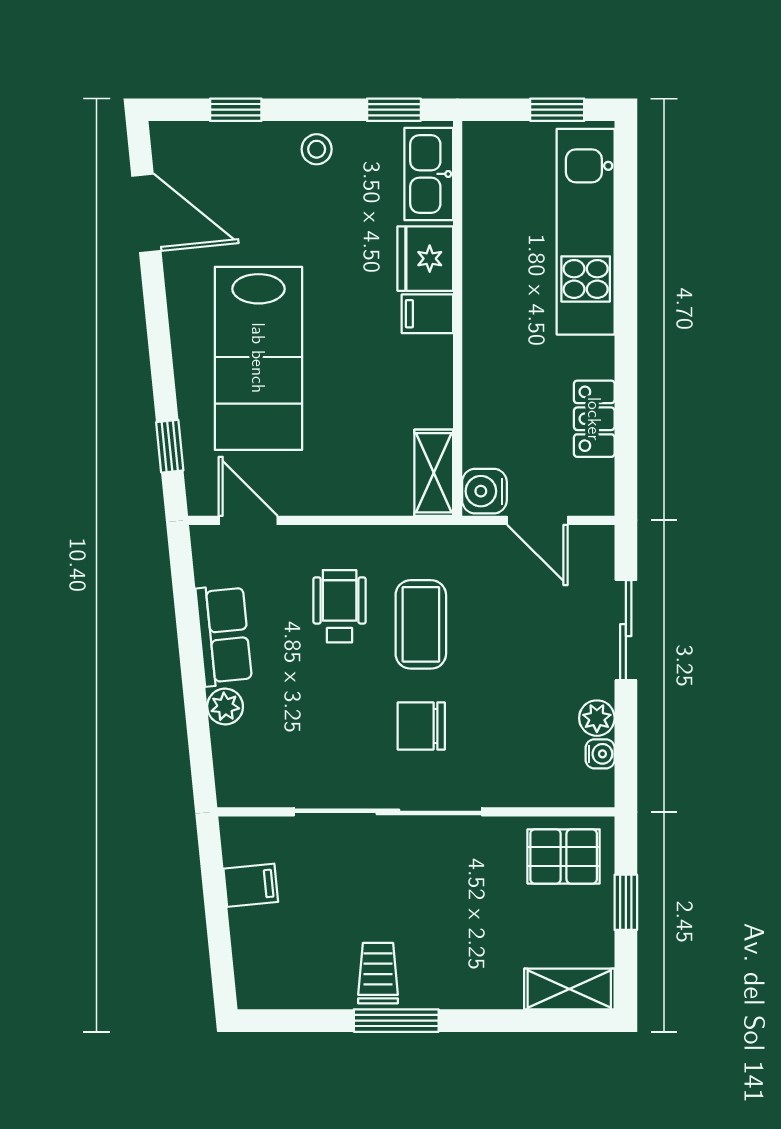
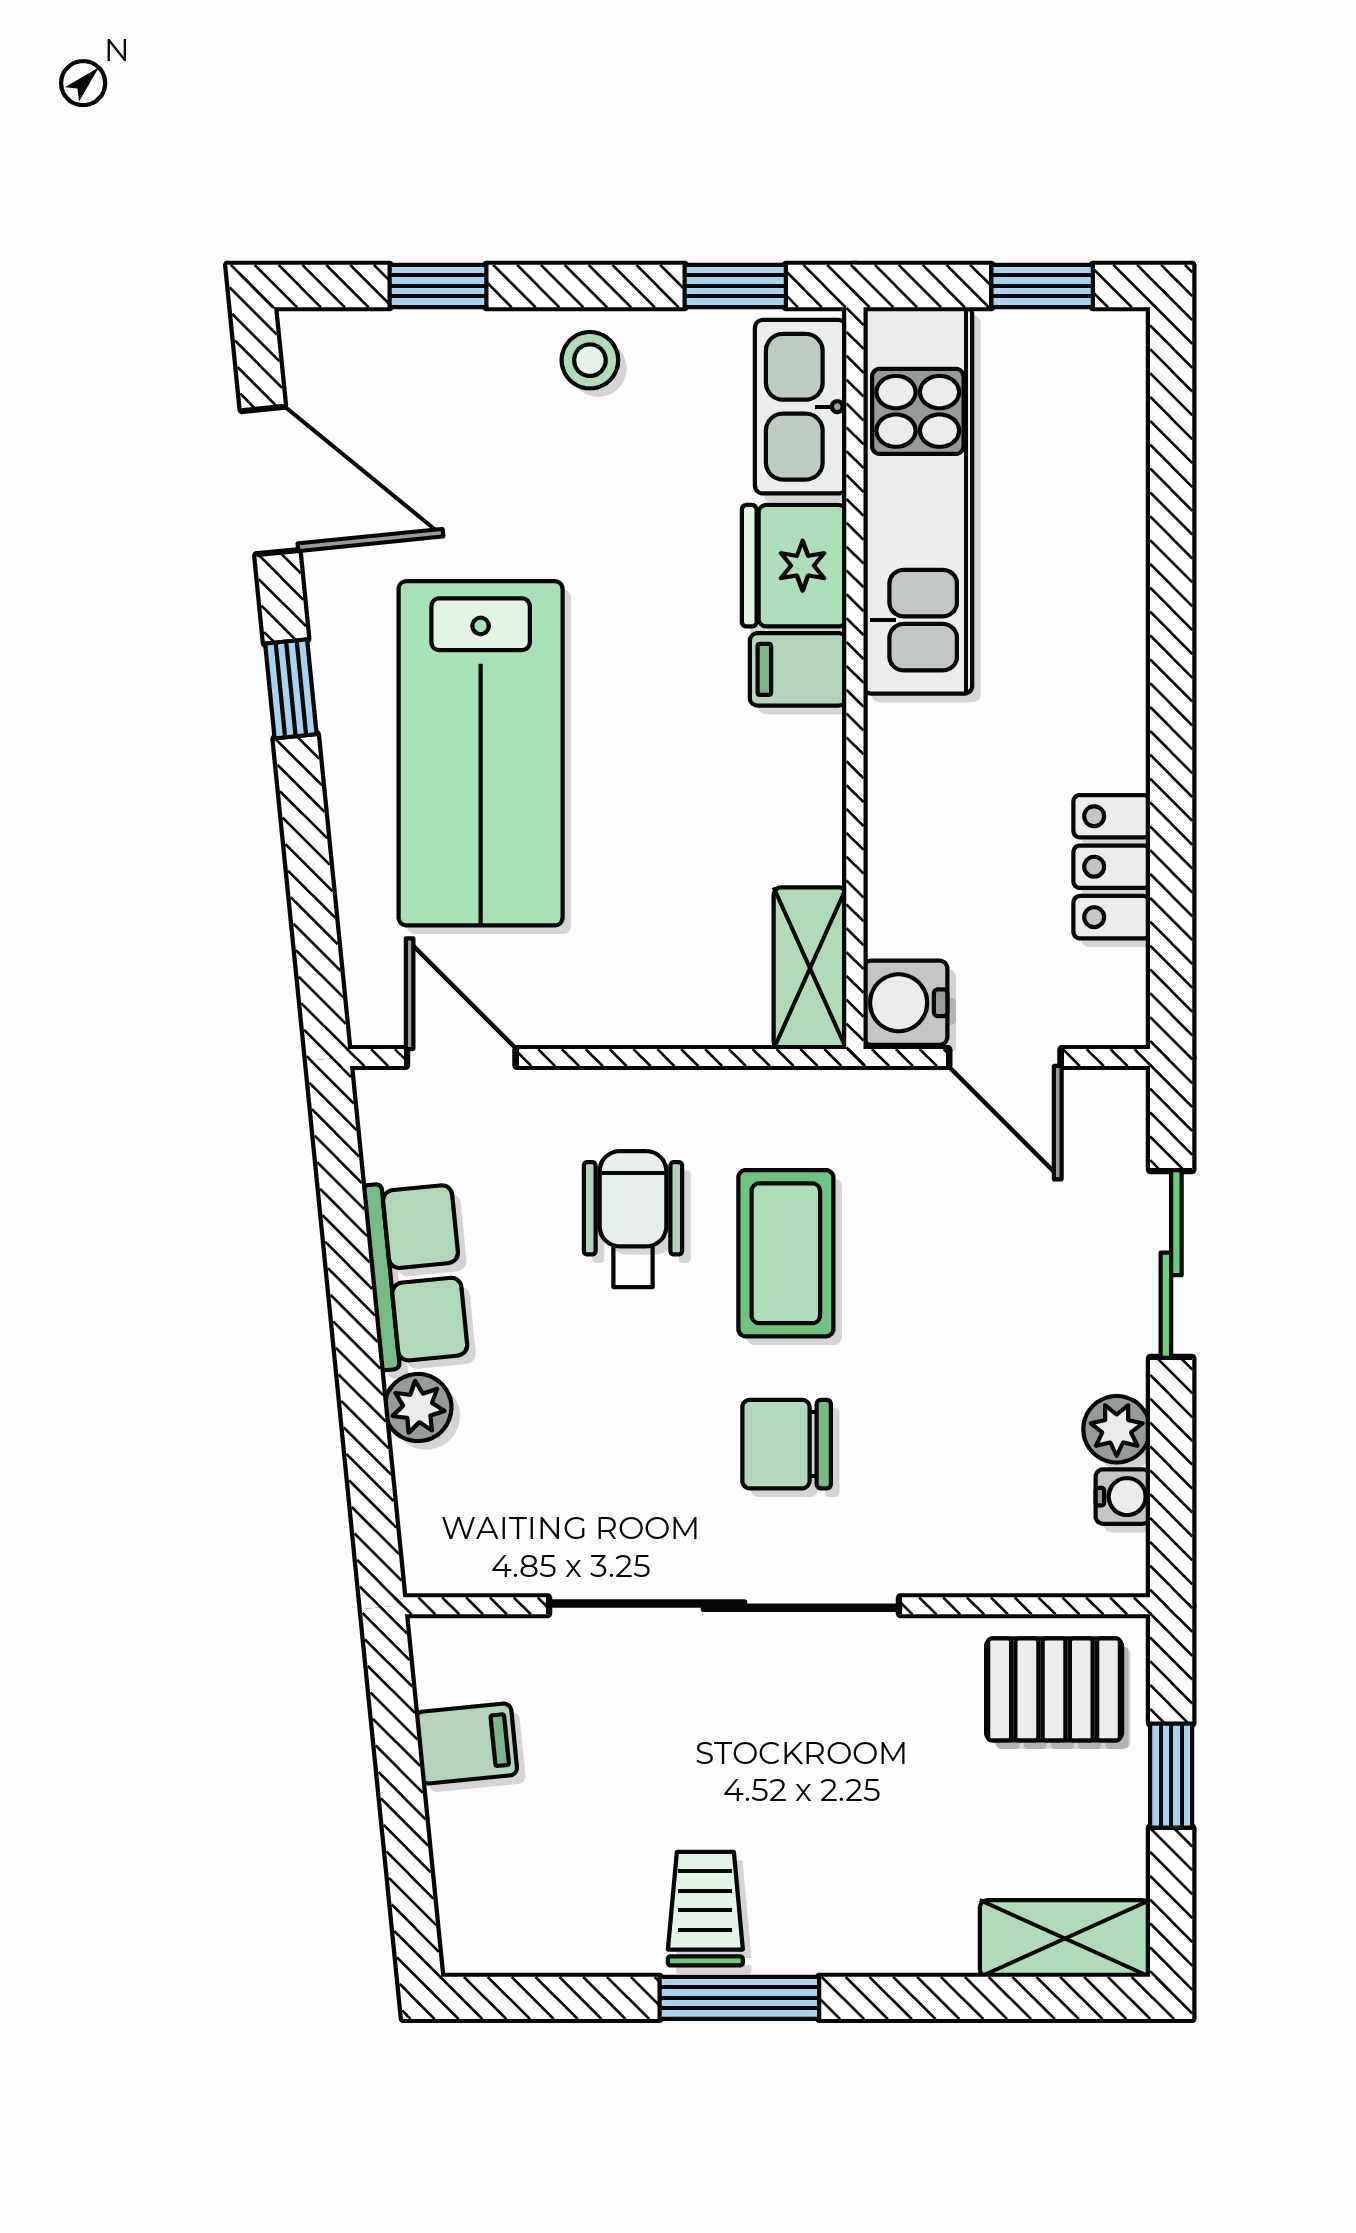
kitchen unit: (586, 232) -> (918, 500), moved, turned 180
window: (170, 446) -> (291, 689), moved

